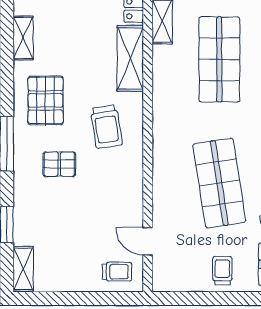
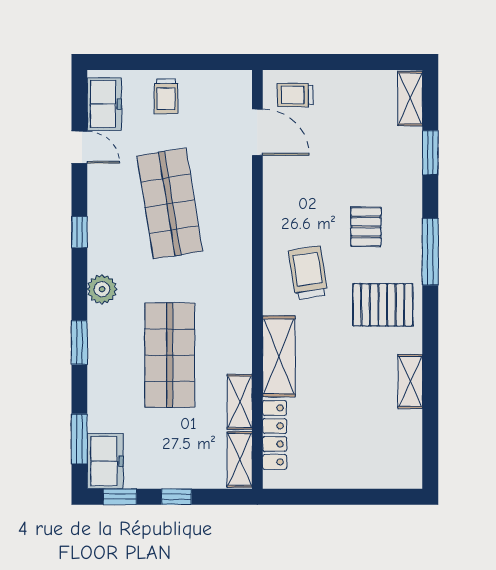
pallet: (46, 100) -> (383, 305), turned 90
pallet: (59, 164) -> (366, 227), turned 90
door: (148, 241) -> (257, 132), width x1.38

